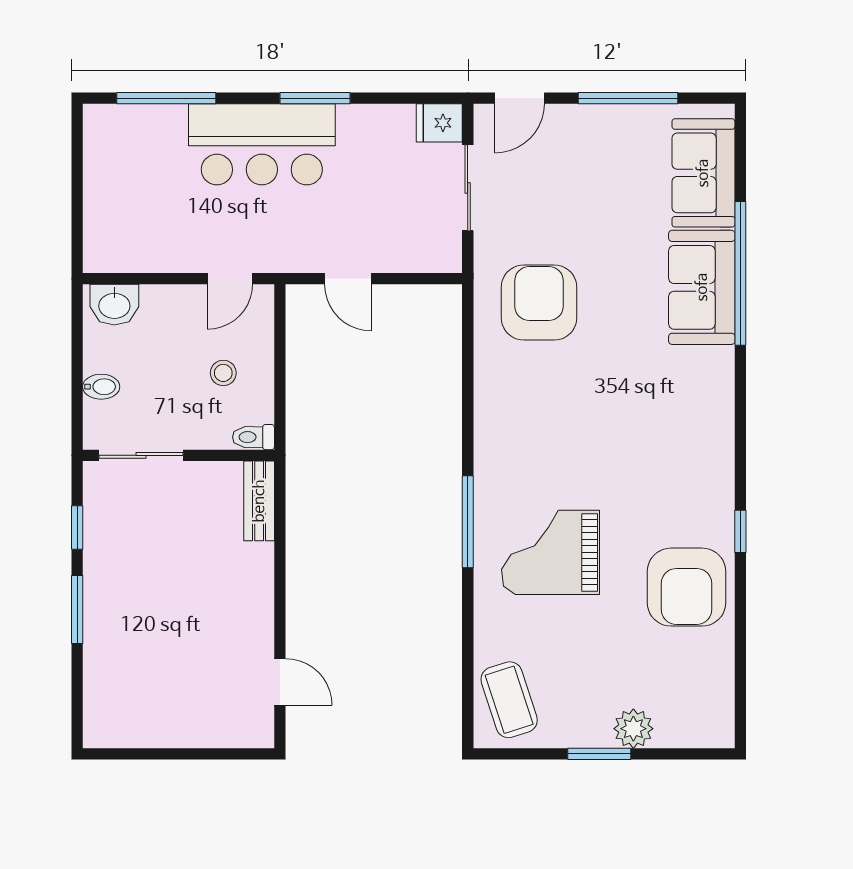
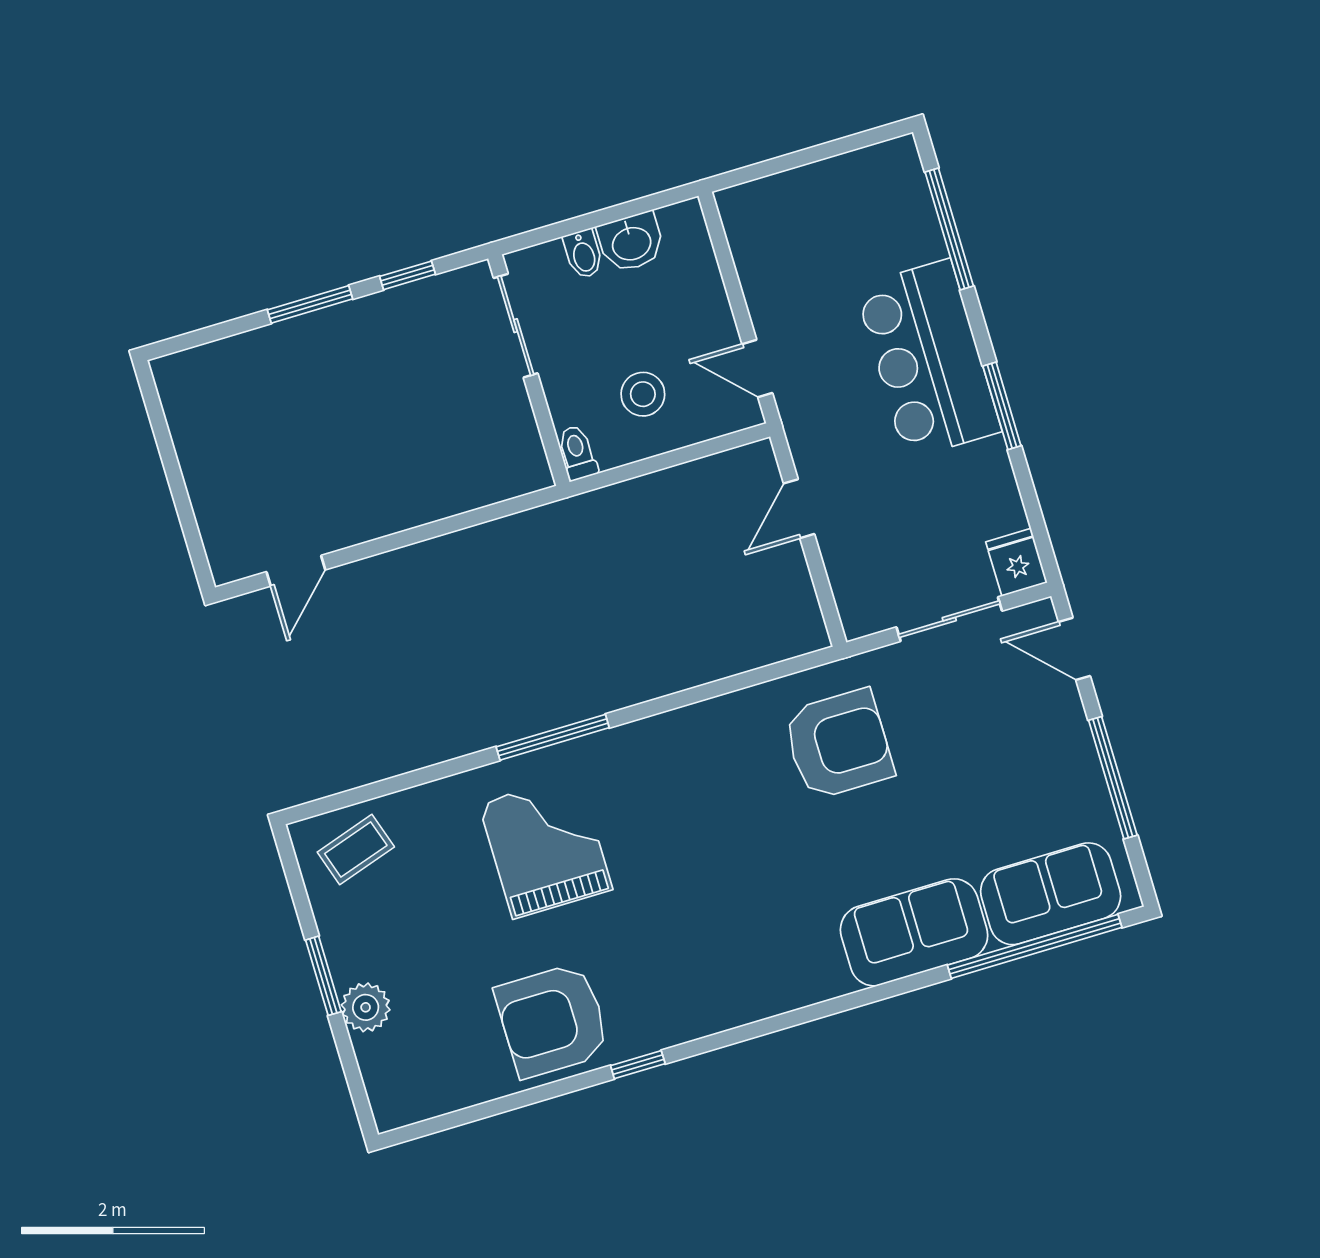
window: (740, 273) -> (1035, 946), moved
washbasin: (114, 305) -> (631, 242), moved, turned -90
stool: (223, 373) -> (643, 394), width x1.37, depth x1.37
bench: (259, 501) -> (503, 482), removed
coffee table: (509, 700) -> (356, 850), width x0.73, depth x0.77

